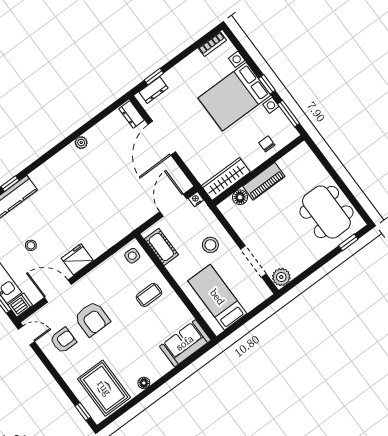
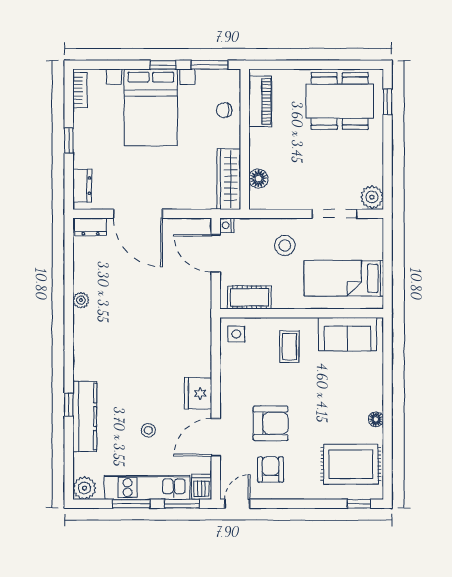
window: (154, 77) -> (69, 141), moved
piano: (264, 181) -> (260, 101), moved
sofa: (185, 343) -> (347, 334), moved, turned -90

